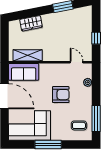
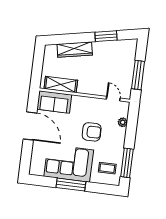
wardrobe: (31, 23) -> (75, 50), width x1.50
window: (96, 38) -> (138, 75), width x2.17
corner sofa: (30, 125) -> (69, 163), moved

